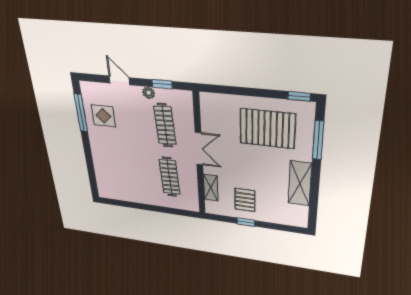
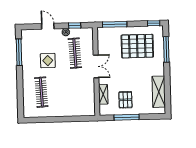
window: (229, 90) -> (115, 24), added
display table: (103, 116) -> (48, 61), moved
clothes rail: (170, 177) -> (41, 92), moved
shelving: (300, 184) -> (159, 92), moved
window: (246, 222) -> (127, 117), width x2.17

